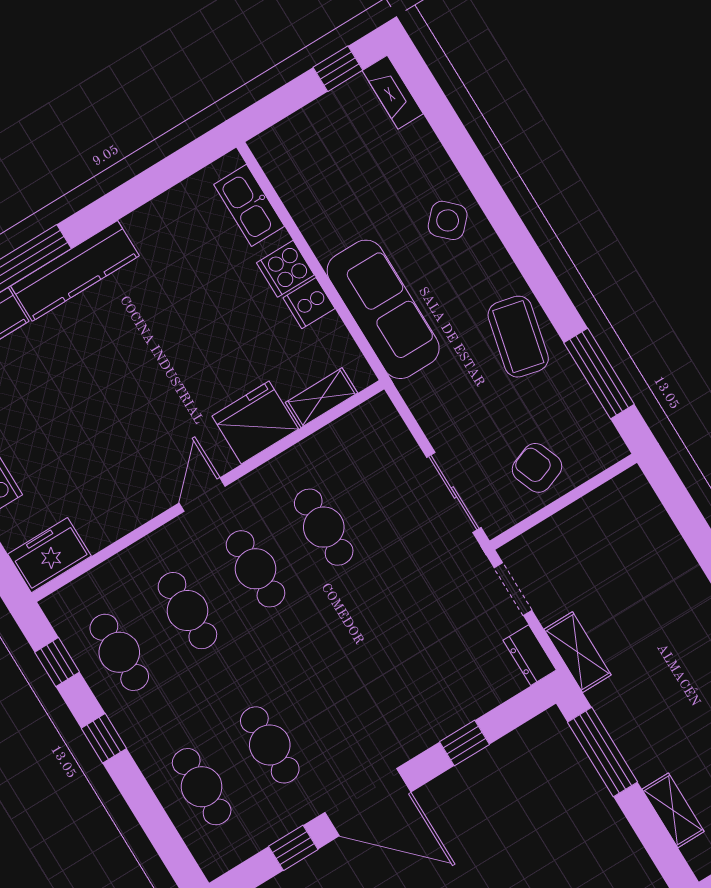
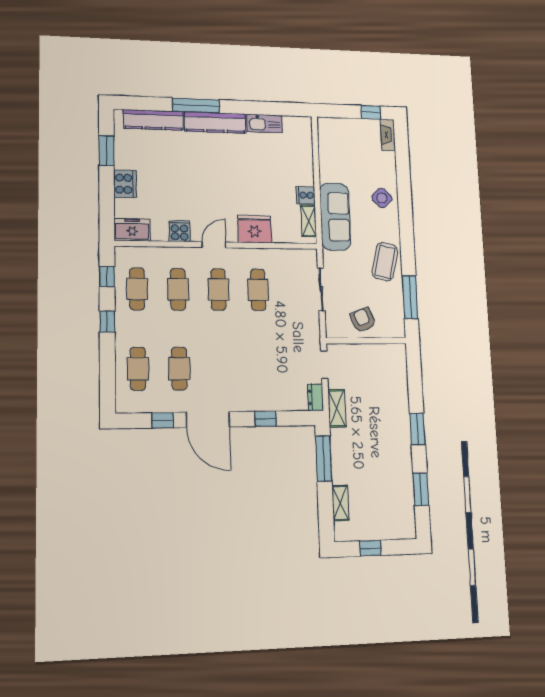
kitchen sink: (249, 205) -> (265, 124), moved, turned -90
cooker: (285, 269) -> (180, 231), moved, turned 90
shelving: (322, 398) -> (309, 221), moved, turned 90
sliding door: (454, 492) -> (321, 289), moved

